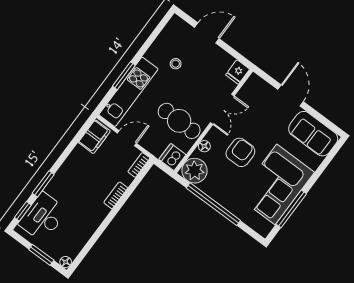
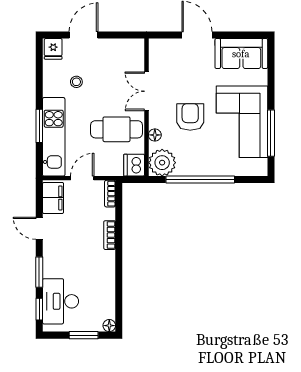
fridge: (238, 72) -> (53, 49), moved
double door: (222, 109) -> (147, 91), swing flipped
door: (67, 151) -> (39, 228), added

